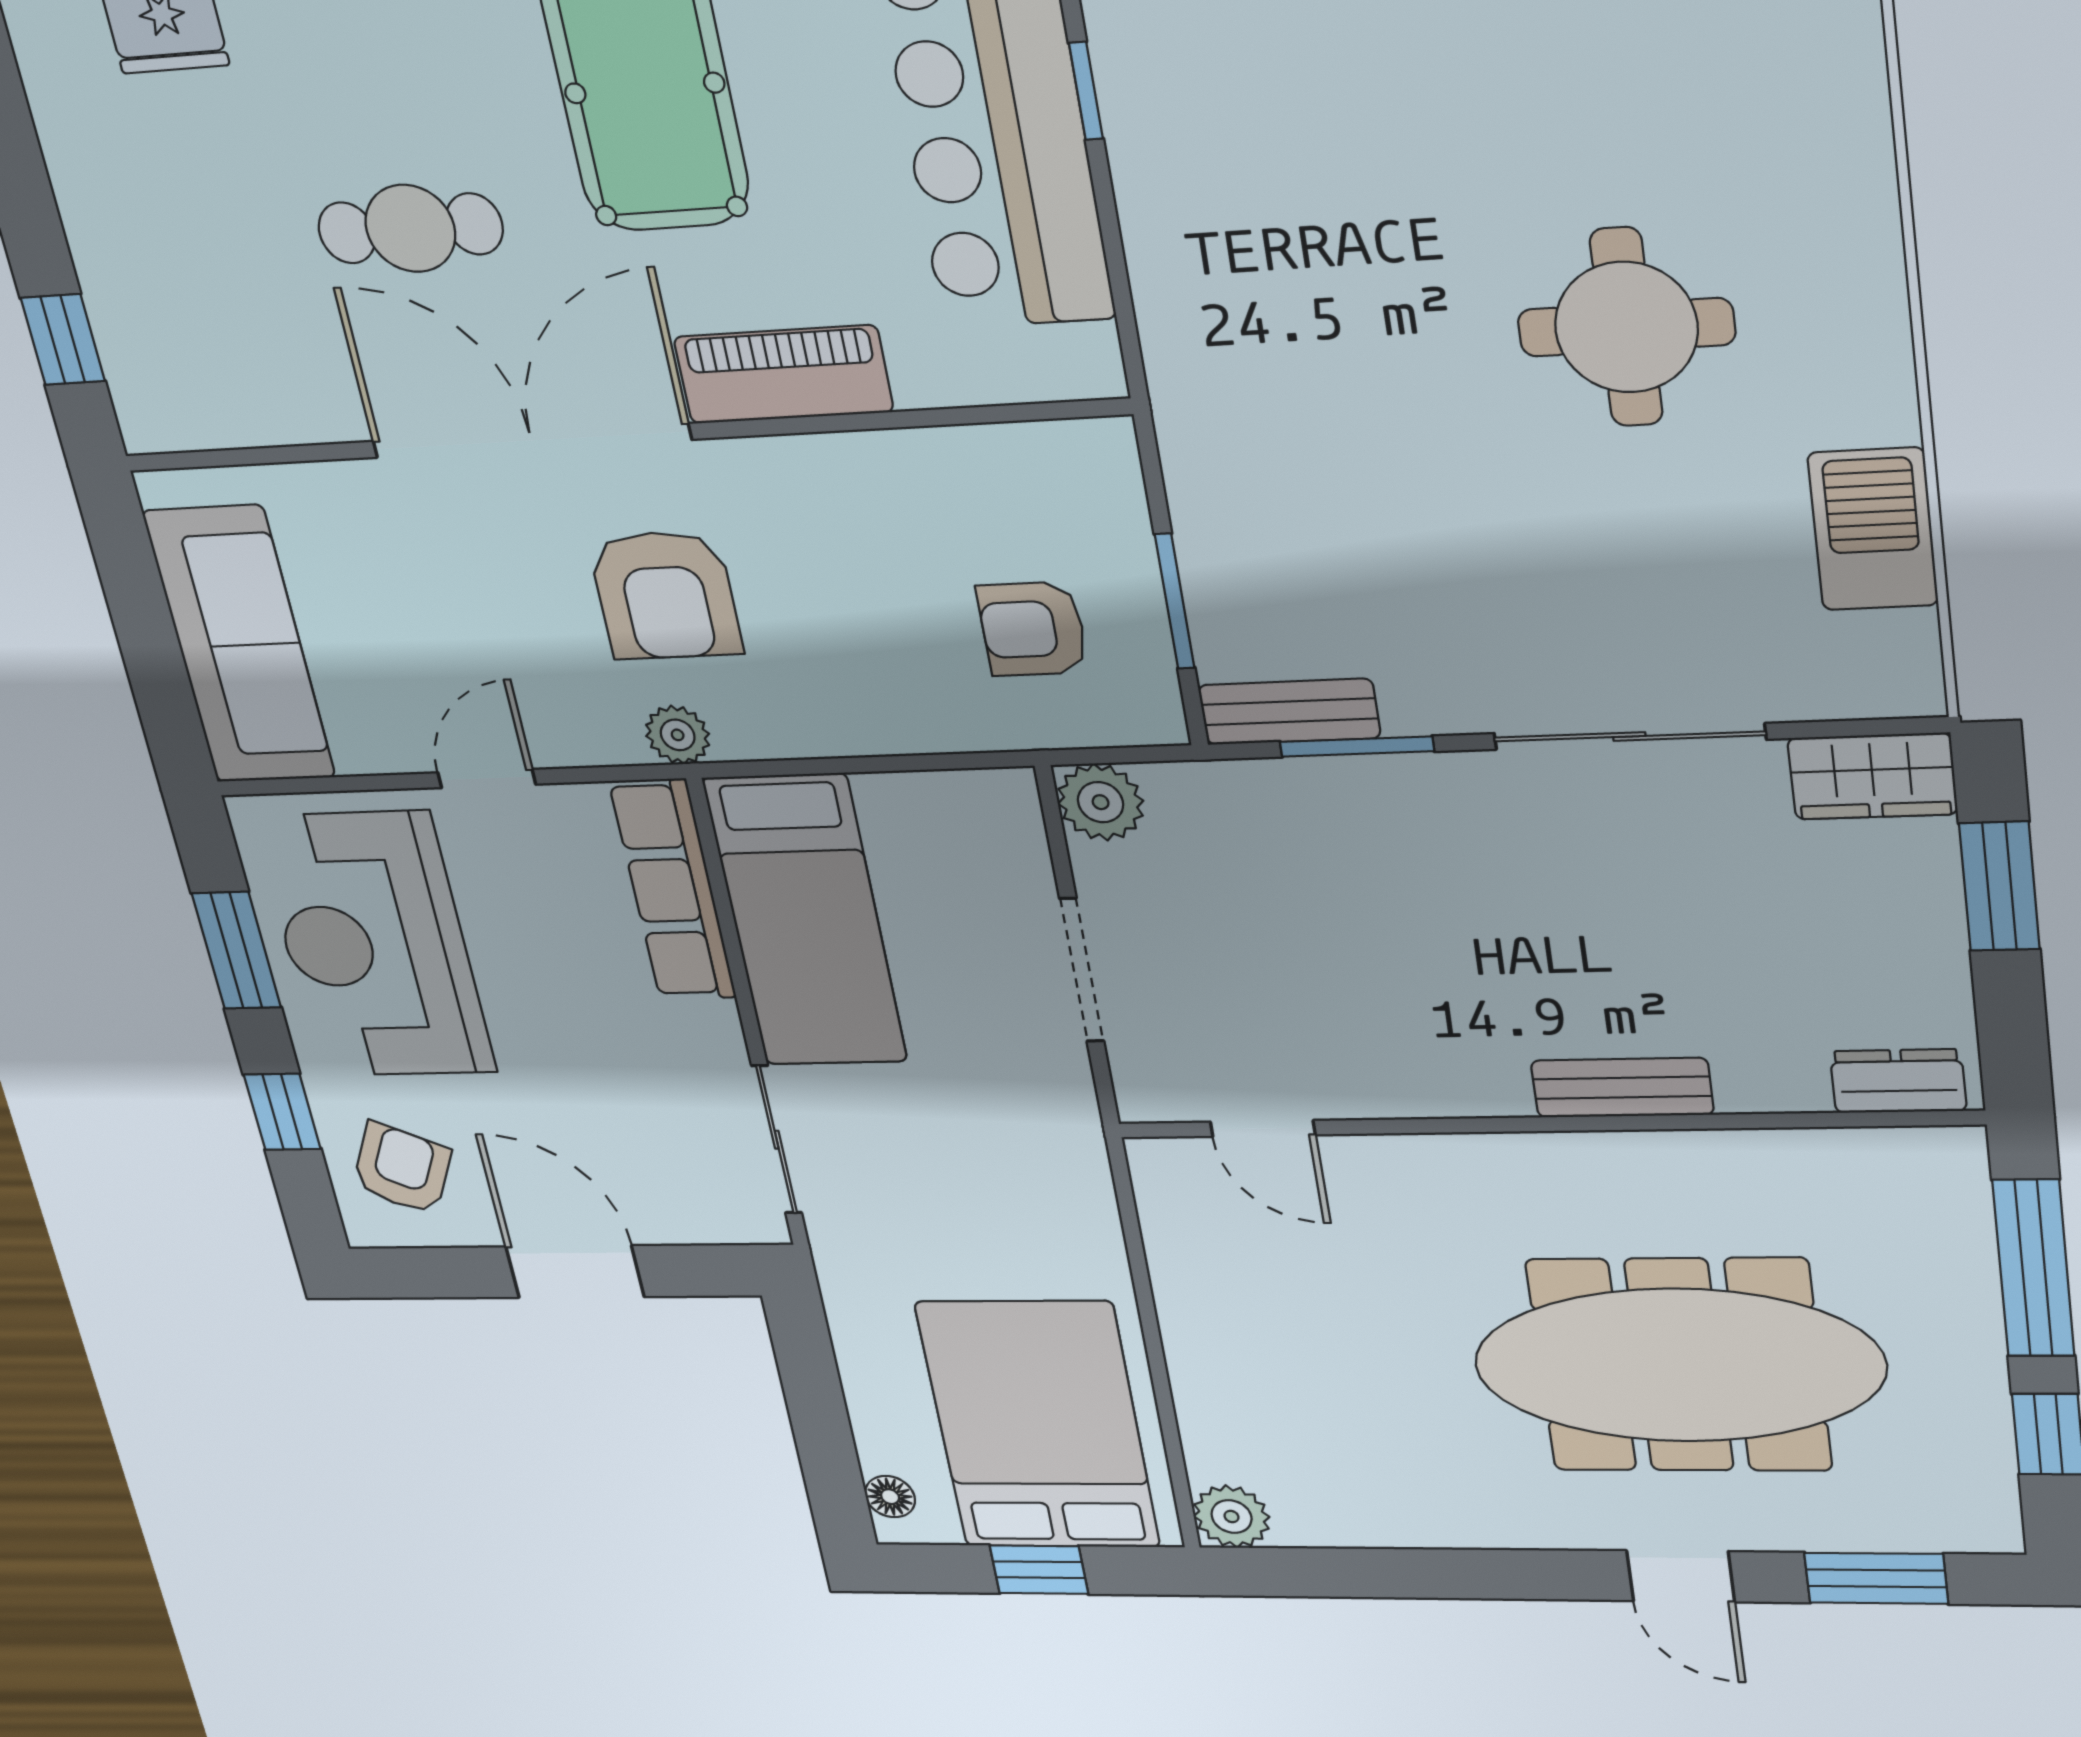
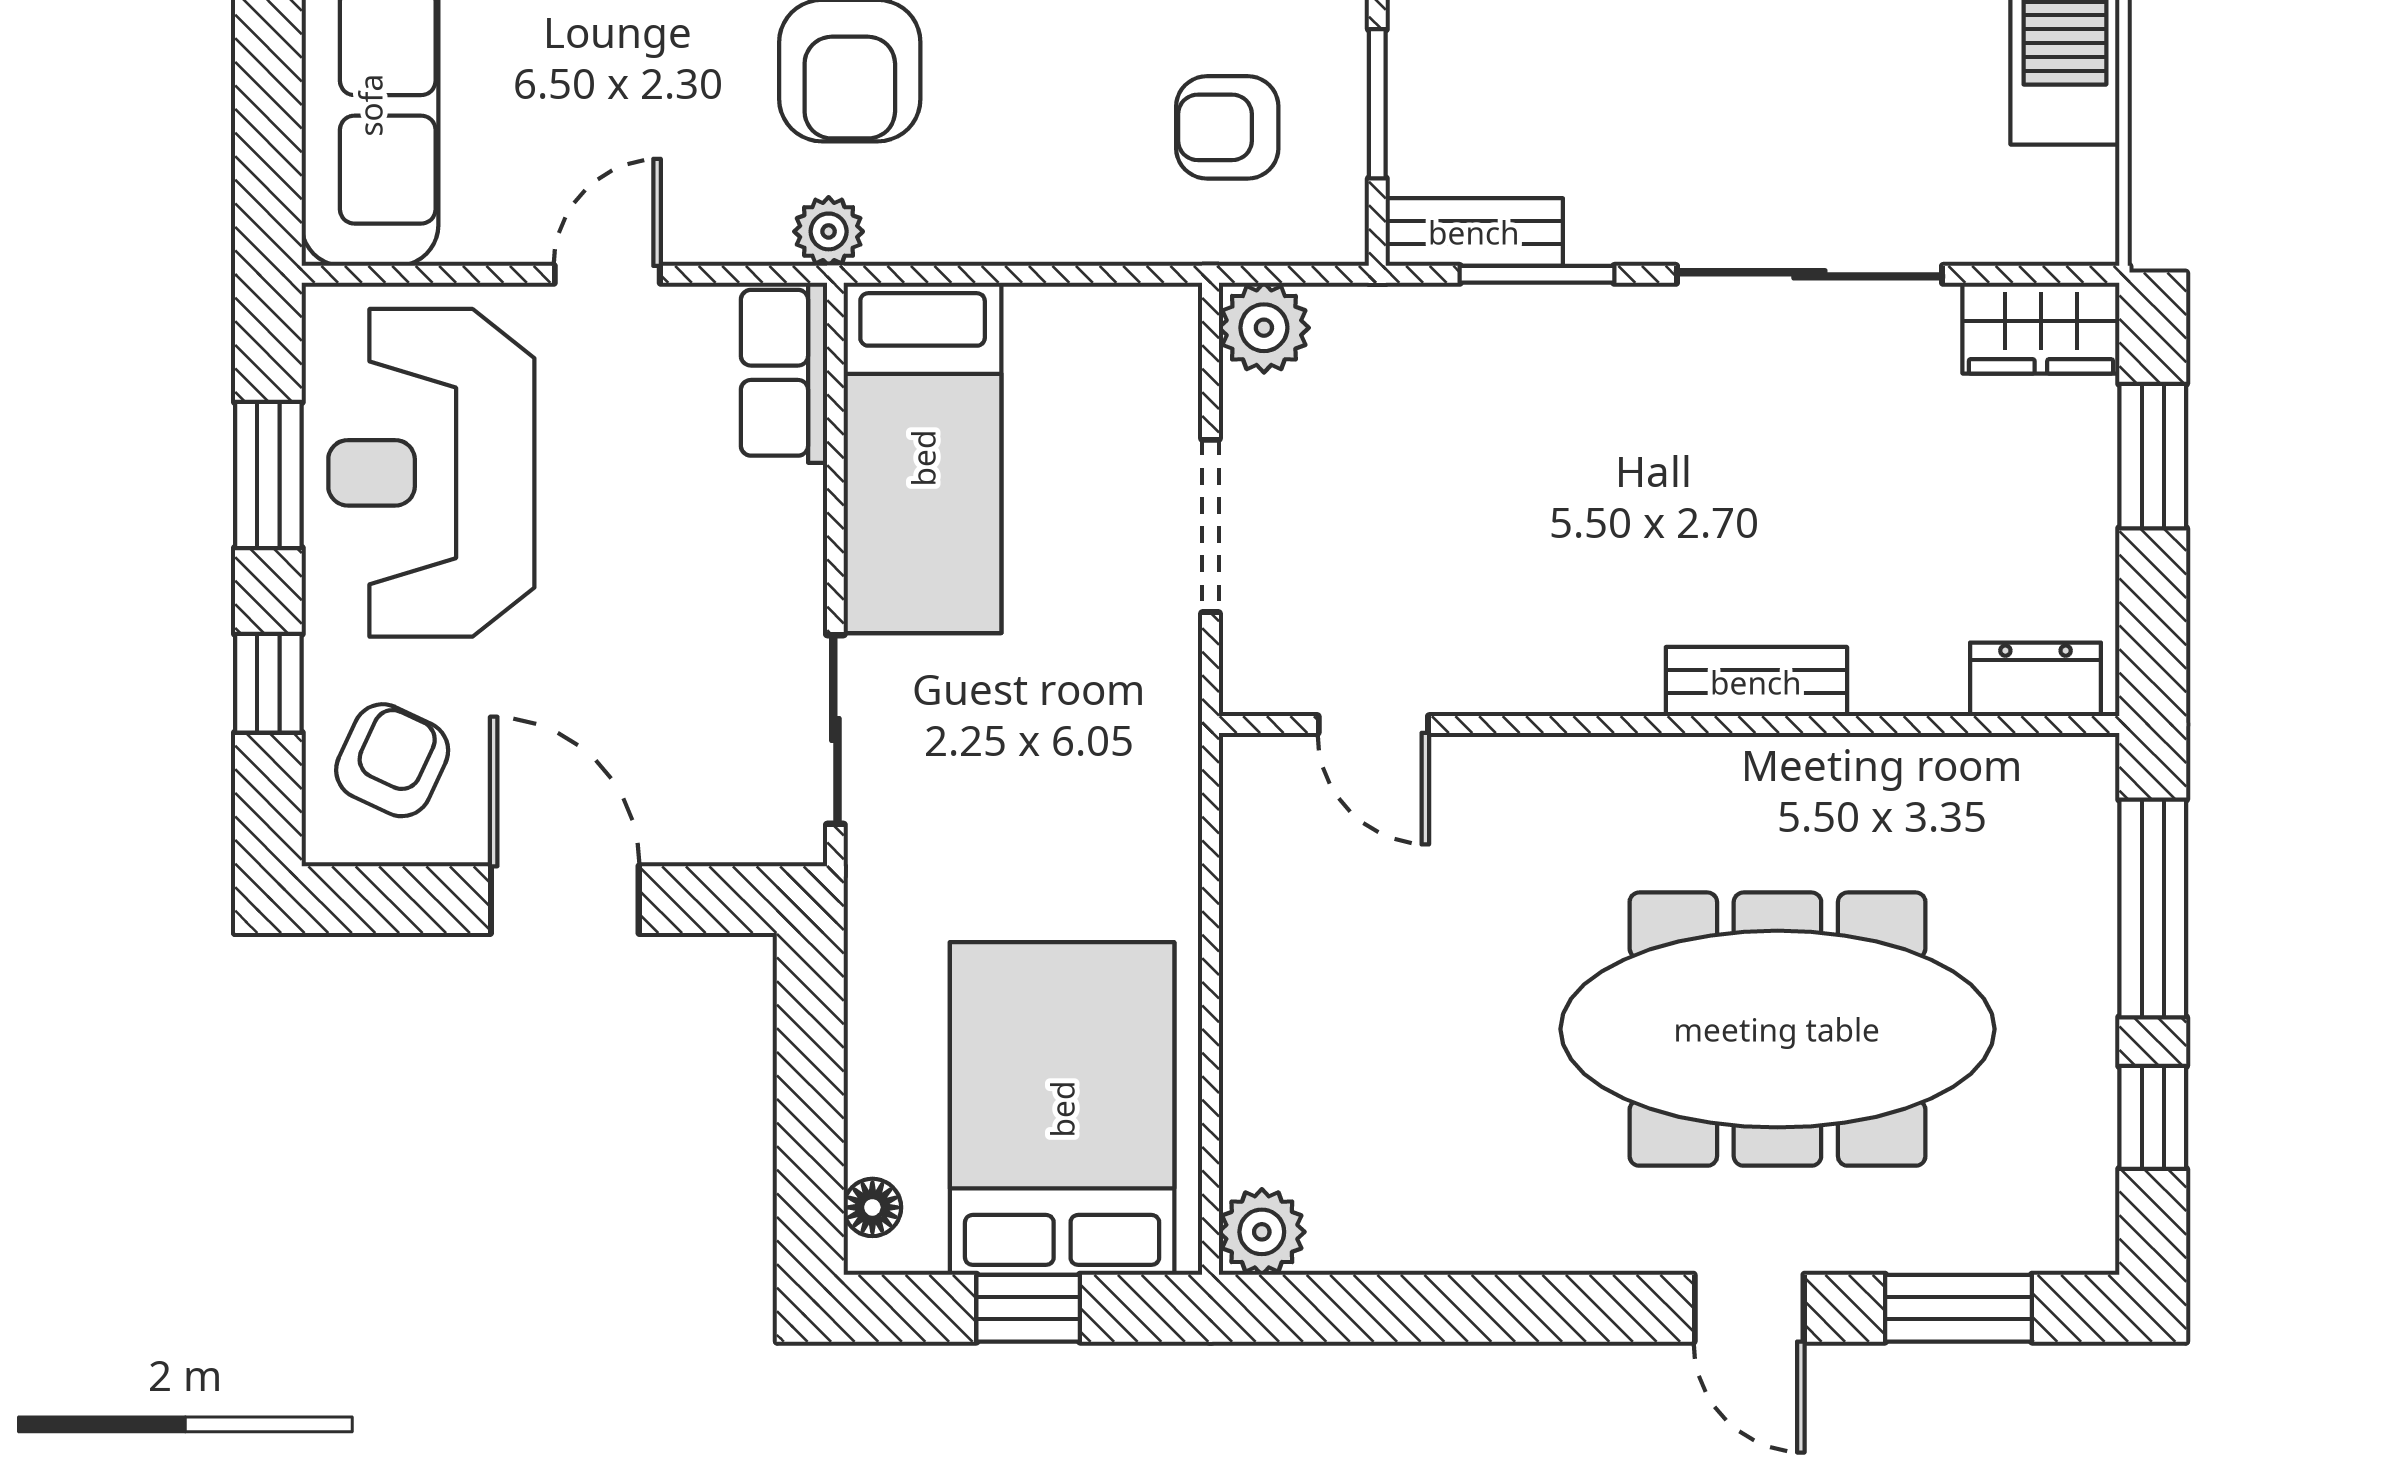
row of seats: (673, 890) -> (784, 373), width x0.68

